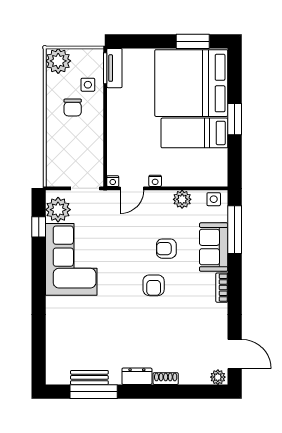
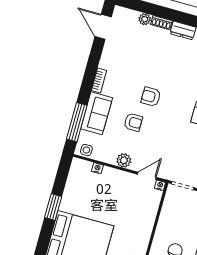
bed: (194, 133) -> (87, 205), removed
nightstand: (155, 181) -> (97, 168), moved
plant: (182, 199) -> (124, 160), moved
armchair: (154, 285) -> (151, 97), turned -90
plant: (218, 377) -> (145, 19), moved

